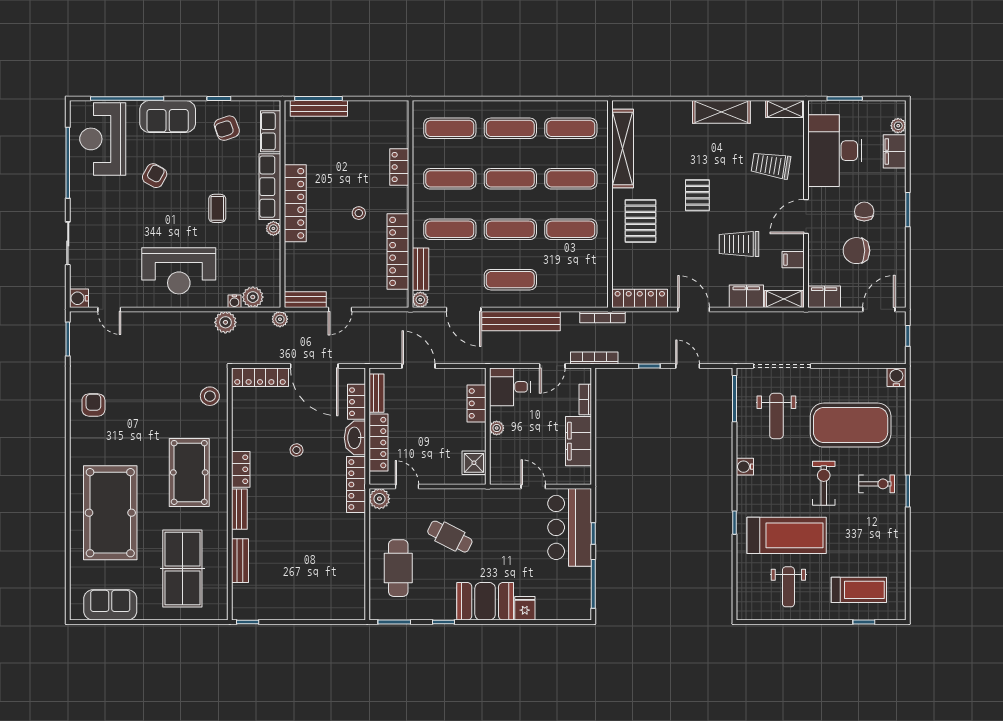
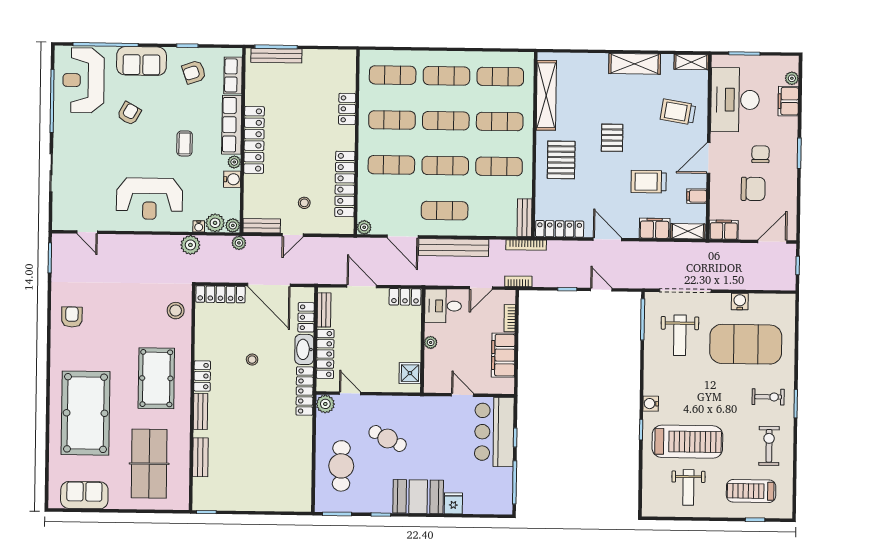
stool: (359, 213) -> (304, 203), moved
chair: (856, 251) -> (753, 189), turned 180
bench: (420, 269) -> (524, 218), moved
water cooler: (79, 298) -> (232, 179), moved, turned 180
plant: (273, 300) -> (233, 225), added
bookcase: (594, 358) -> (518, 281), width x0.64
water cooler: (896, 377) -> (740, 302), moved
locker: (476, 403) -> (405, 297), moved, turned -90
water cooler: (745, 467) -> (651, 404), moved
exercise bike: (824, 483) -> (769, 446), moved
treadmill: (859, 590) -> (751, 491), turned 180

